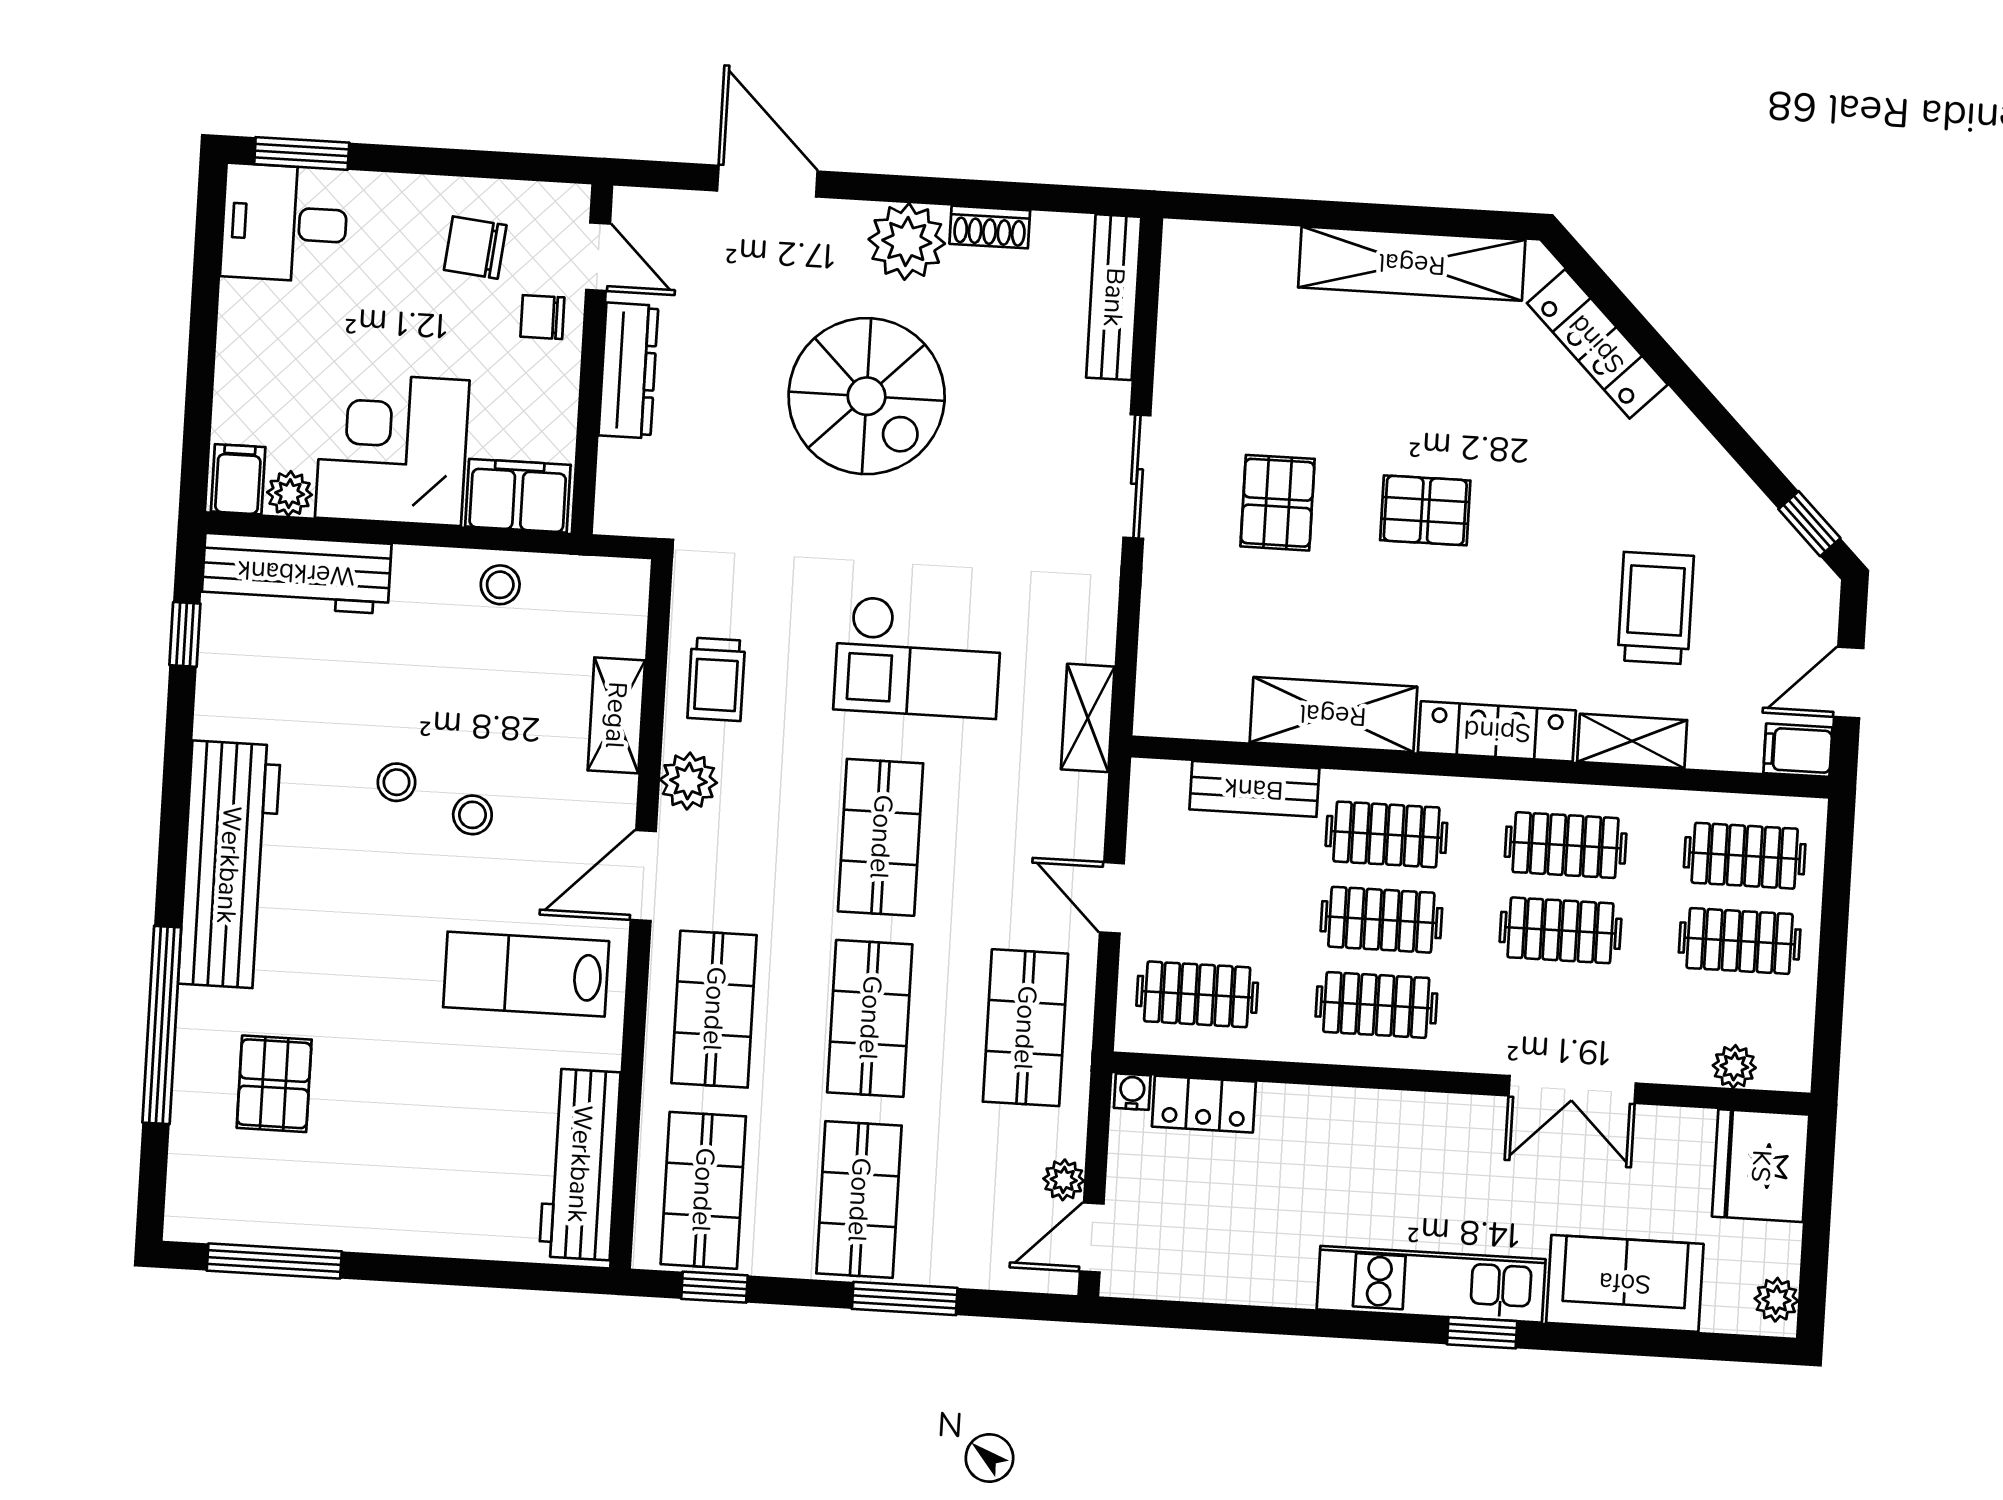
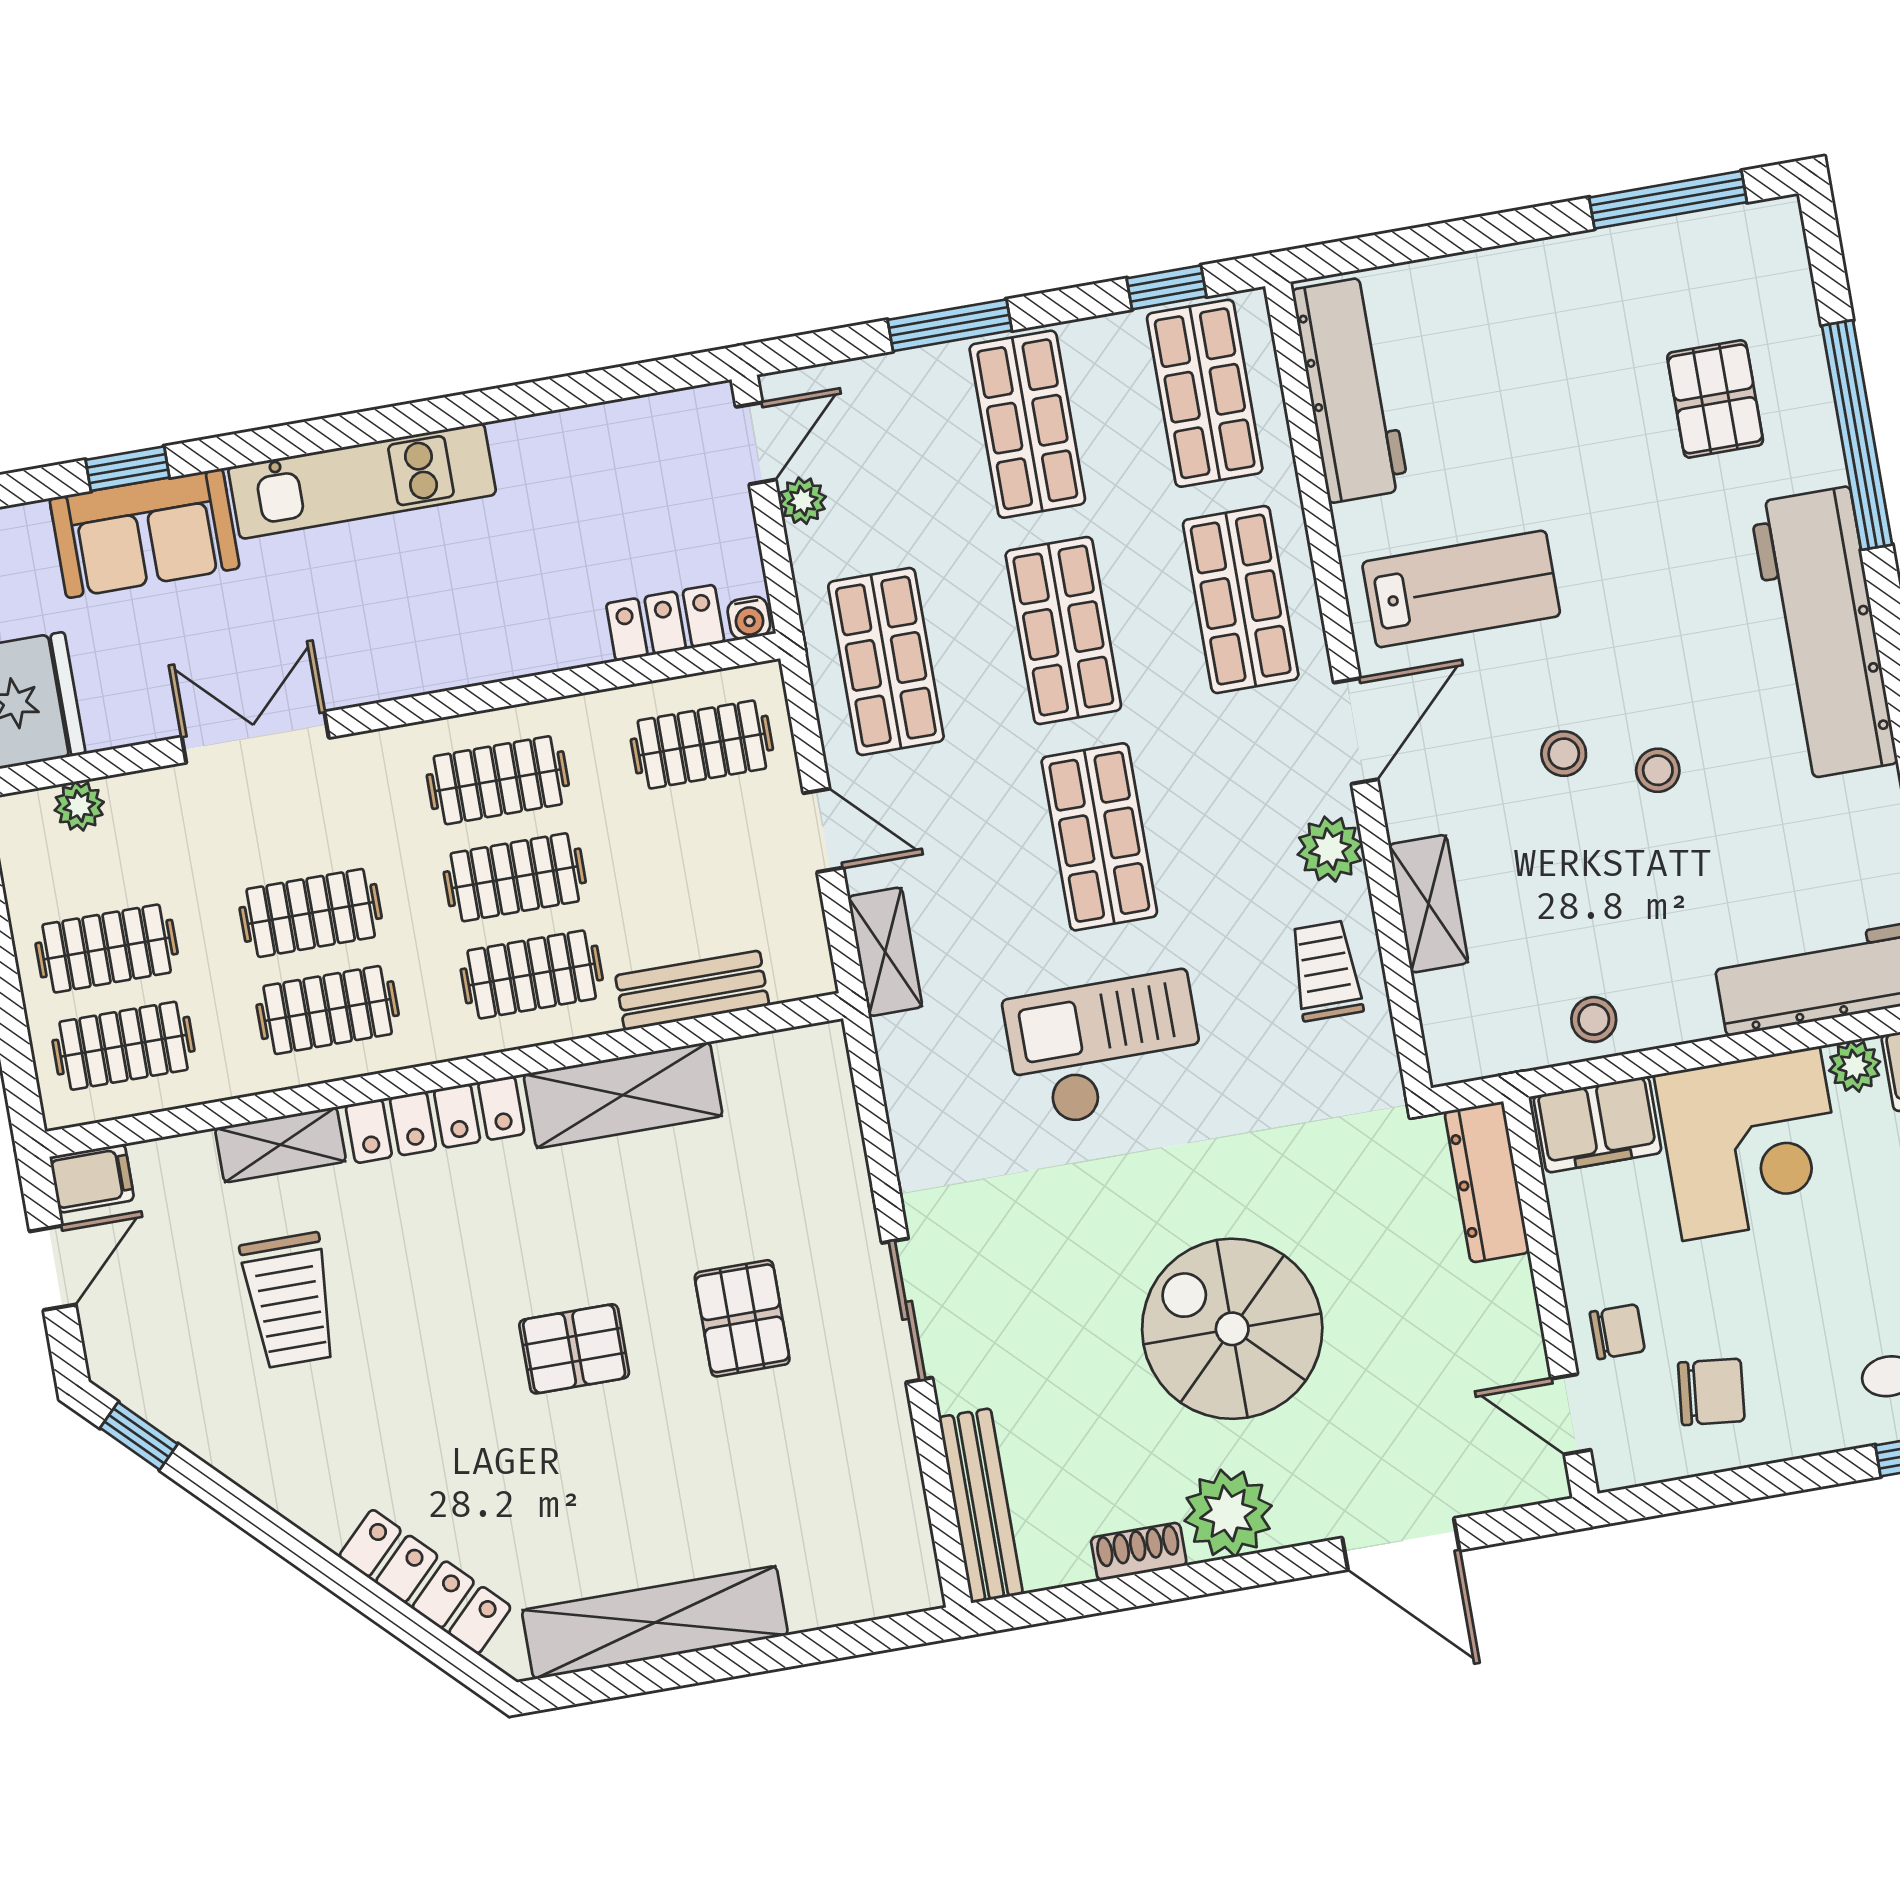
dresser: (628, 370) -> (1487, 1182), moved
shelving: (1088, 718) -> (885, 952), moved
window: (1482, 1333) -> (128, 469), moved

